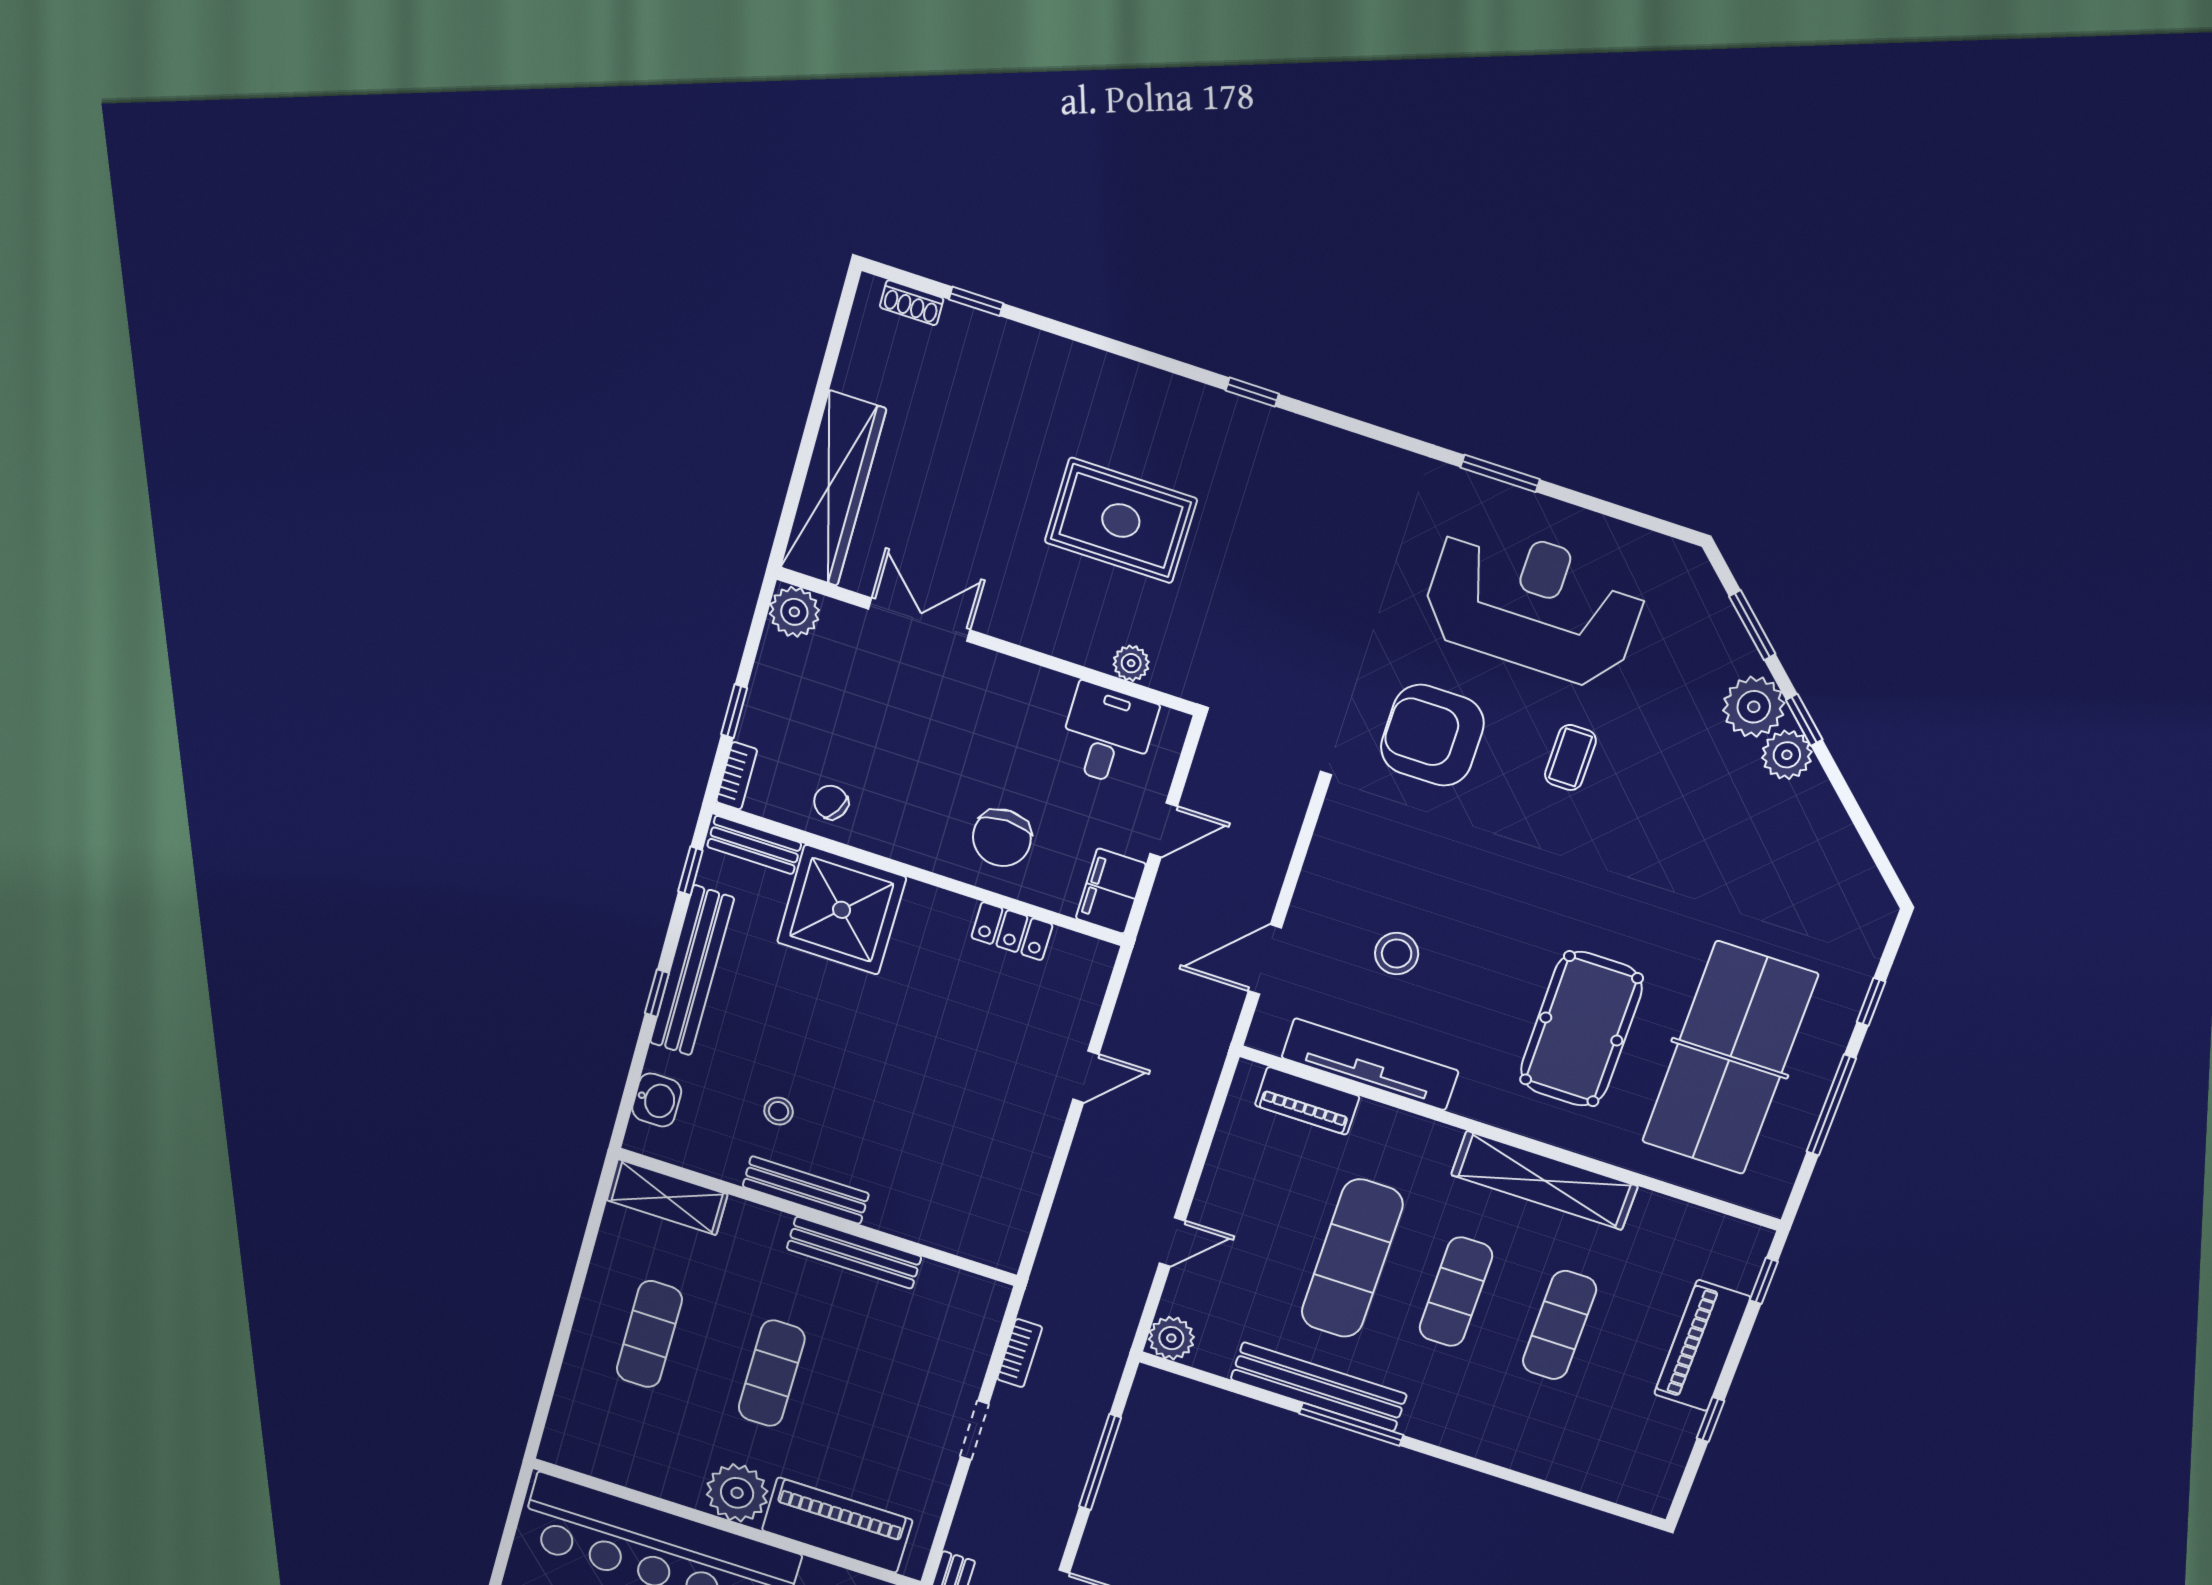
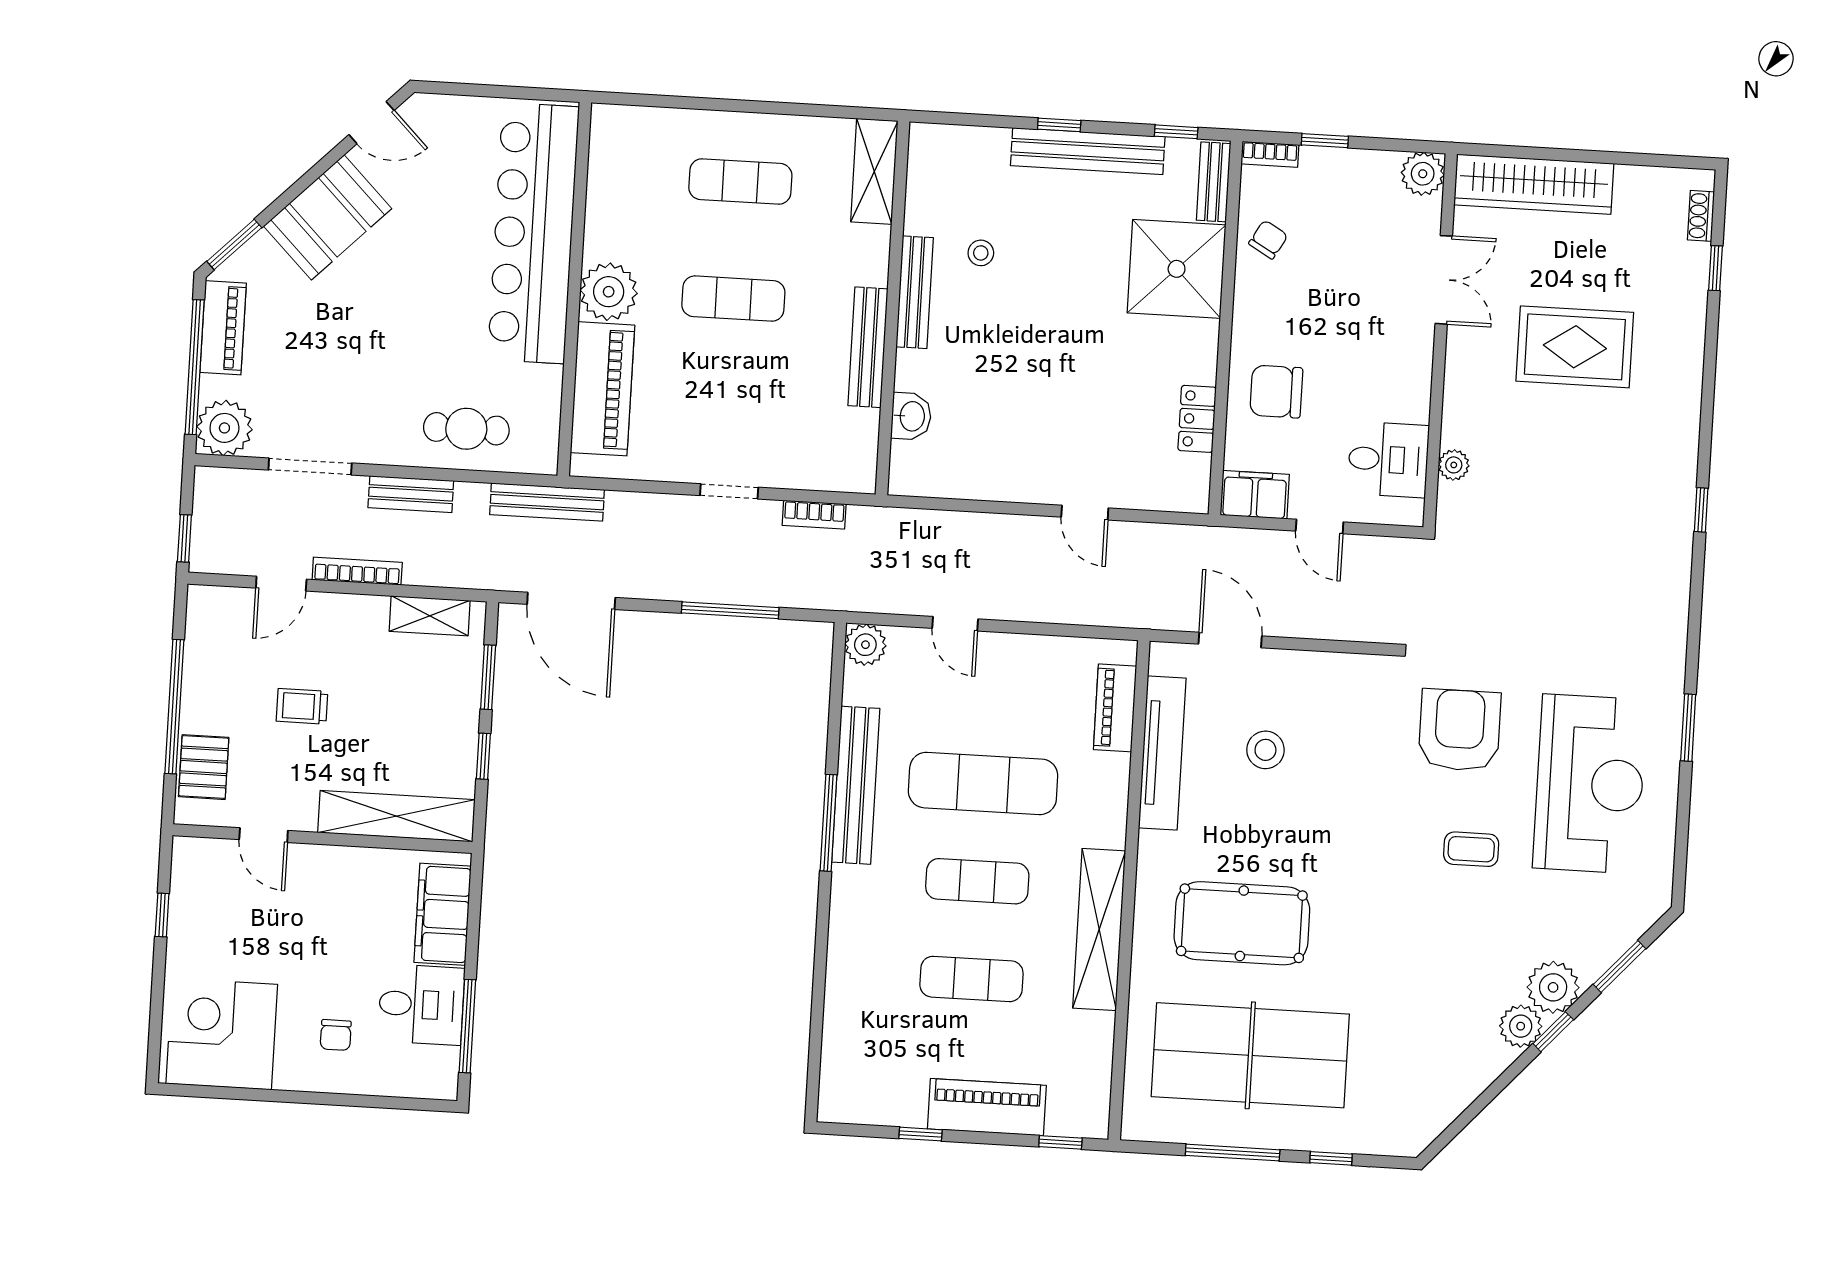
rug: (1121, 520) -> (1575, 347), moved, turned 90
washbasin: (657, 1100) -> (911, 416), moved, turned -90

